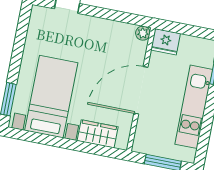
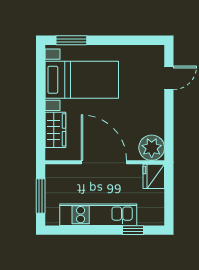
plant: (143, 33) -> (152, 148), width x1.87, depth x1.87

